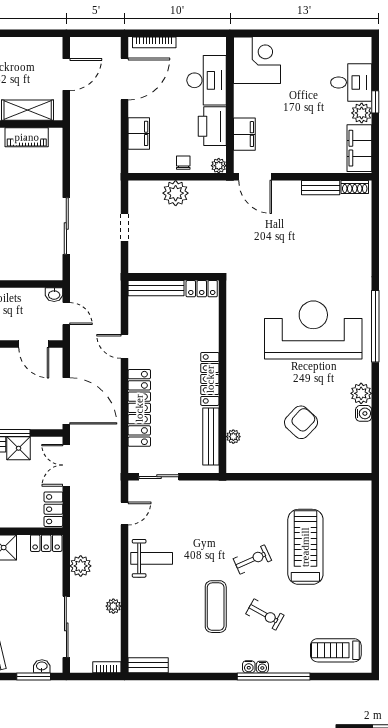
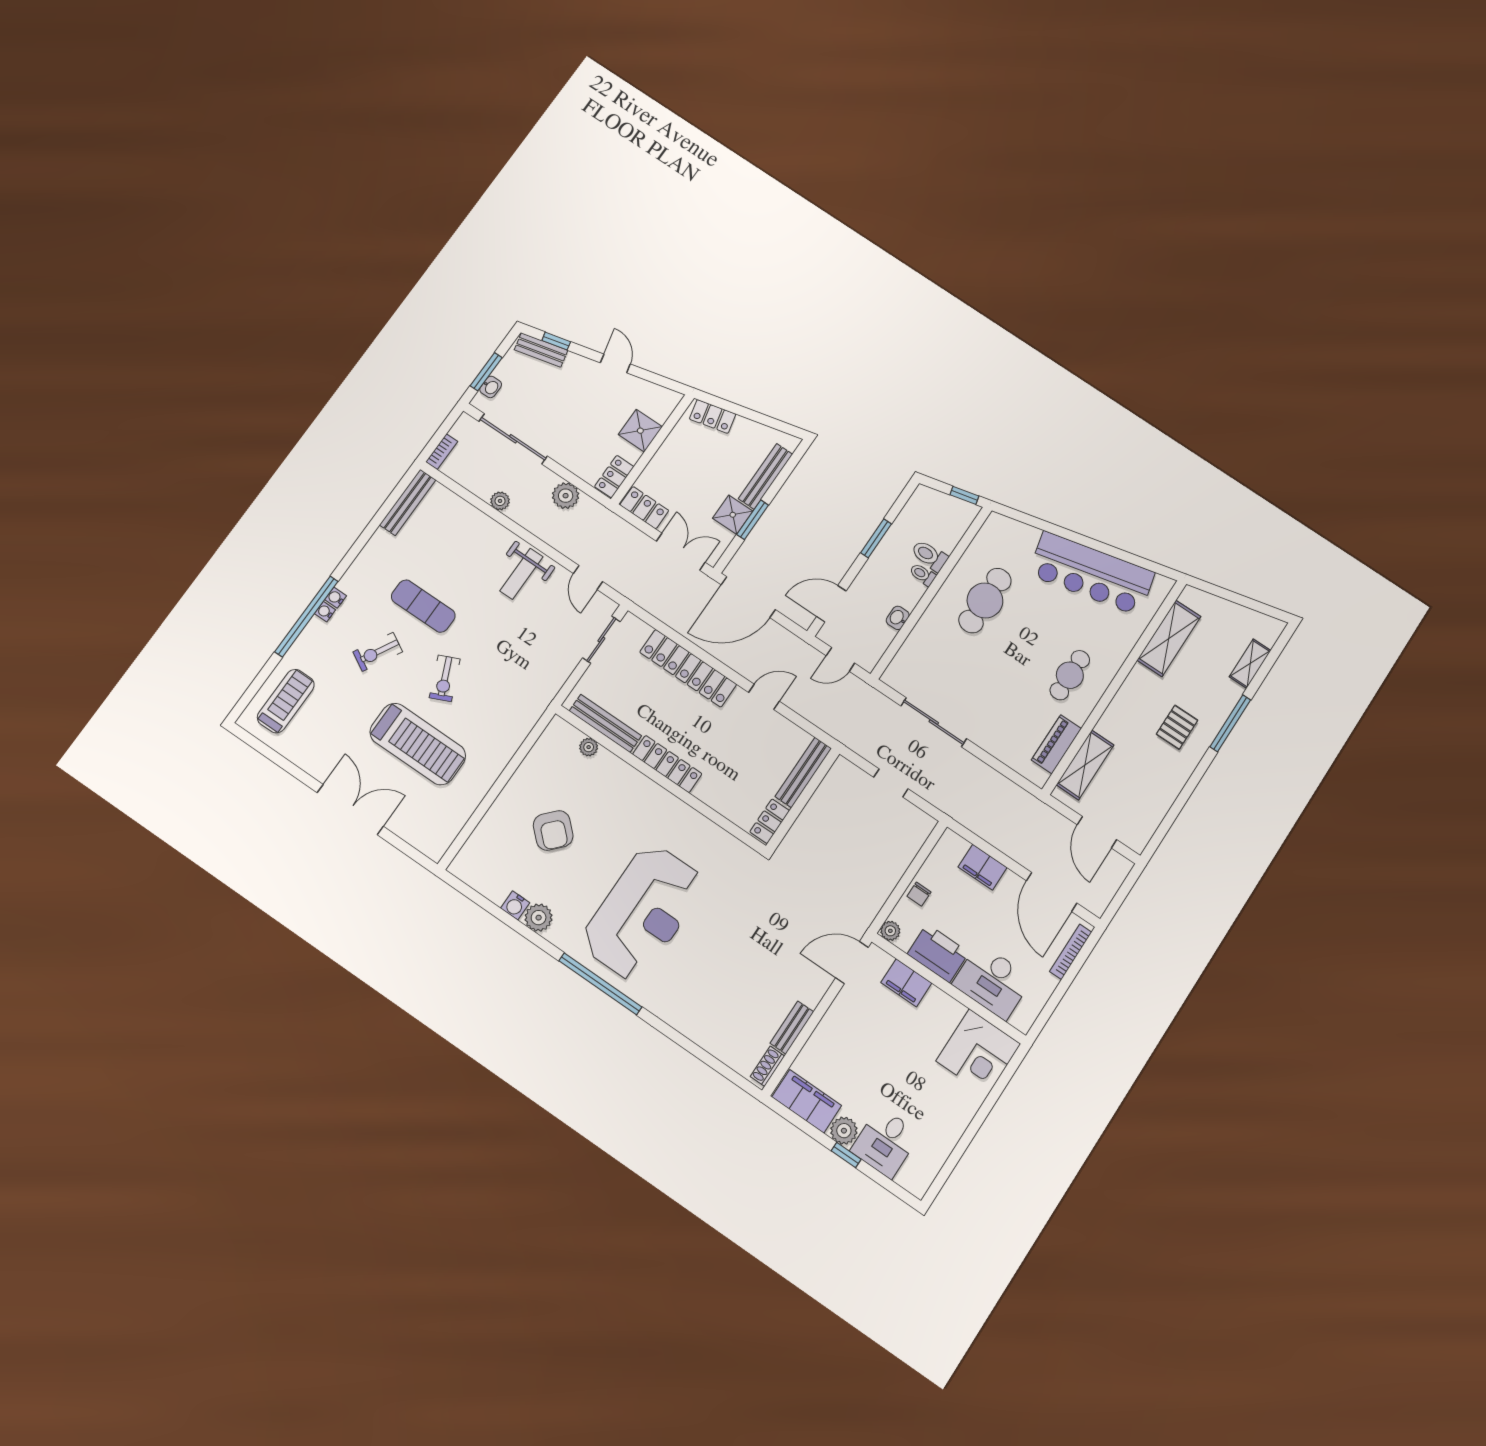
chair: (183, 163) -> (919, 894), turned 90
plant: (176, 193) -> (892, 863), removed
washbasin: (54, 295) -> (898, 618), moved
double door: (375, 560) -> (350, 810), added
bench: (148, 665) -> (408, 502), width x1.36

